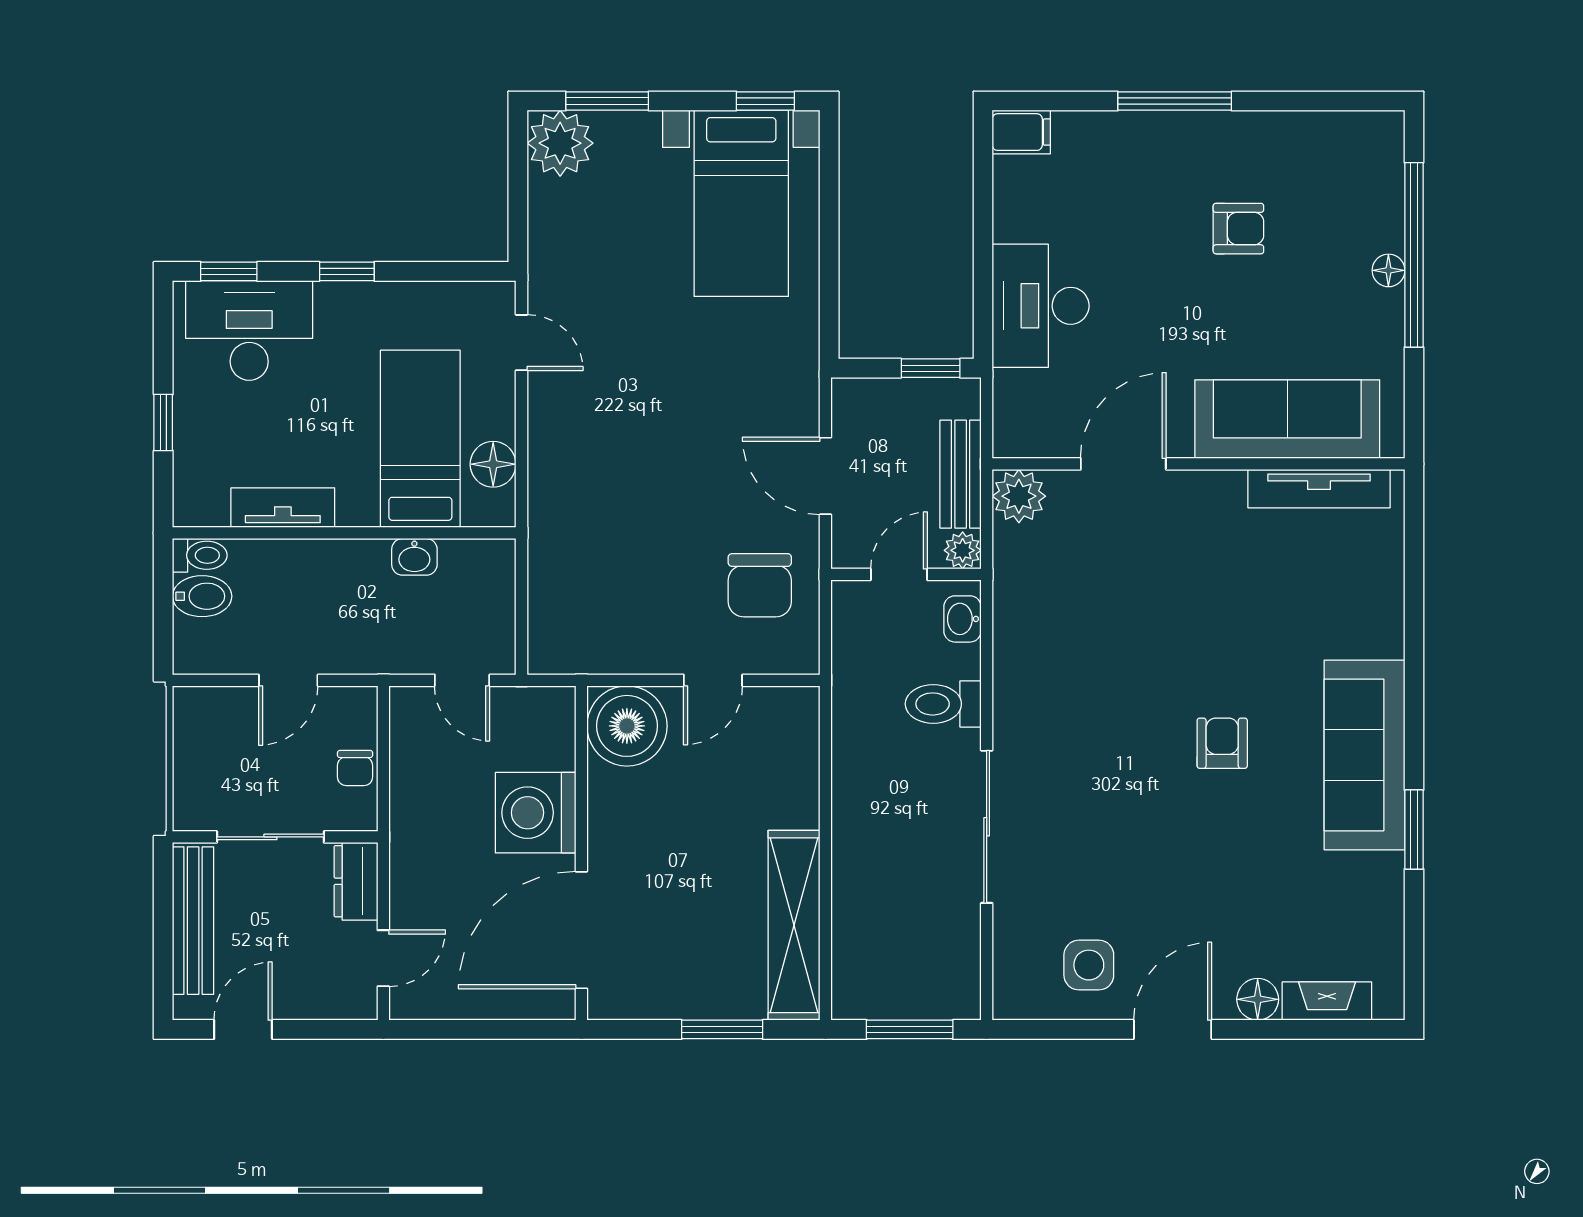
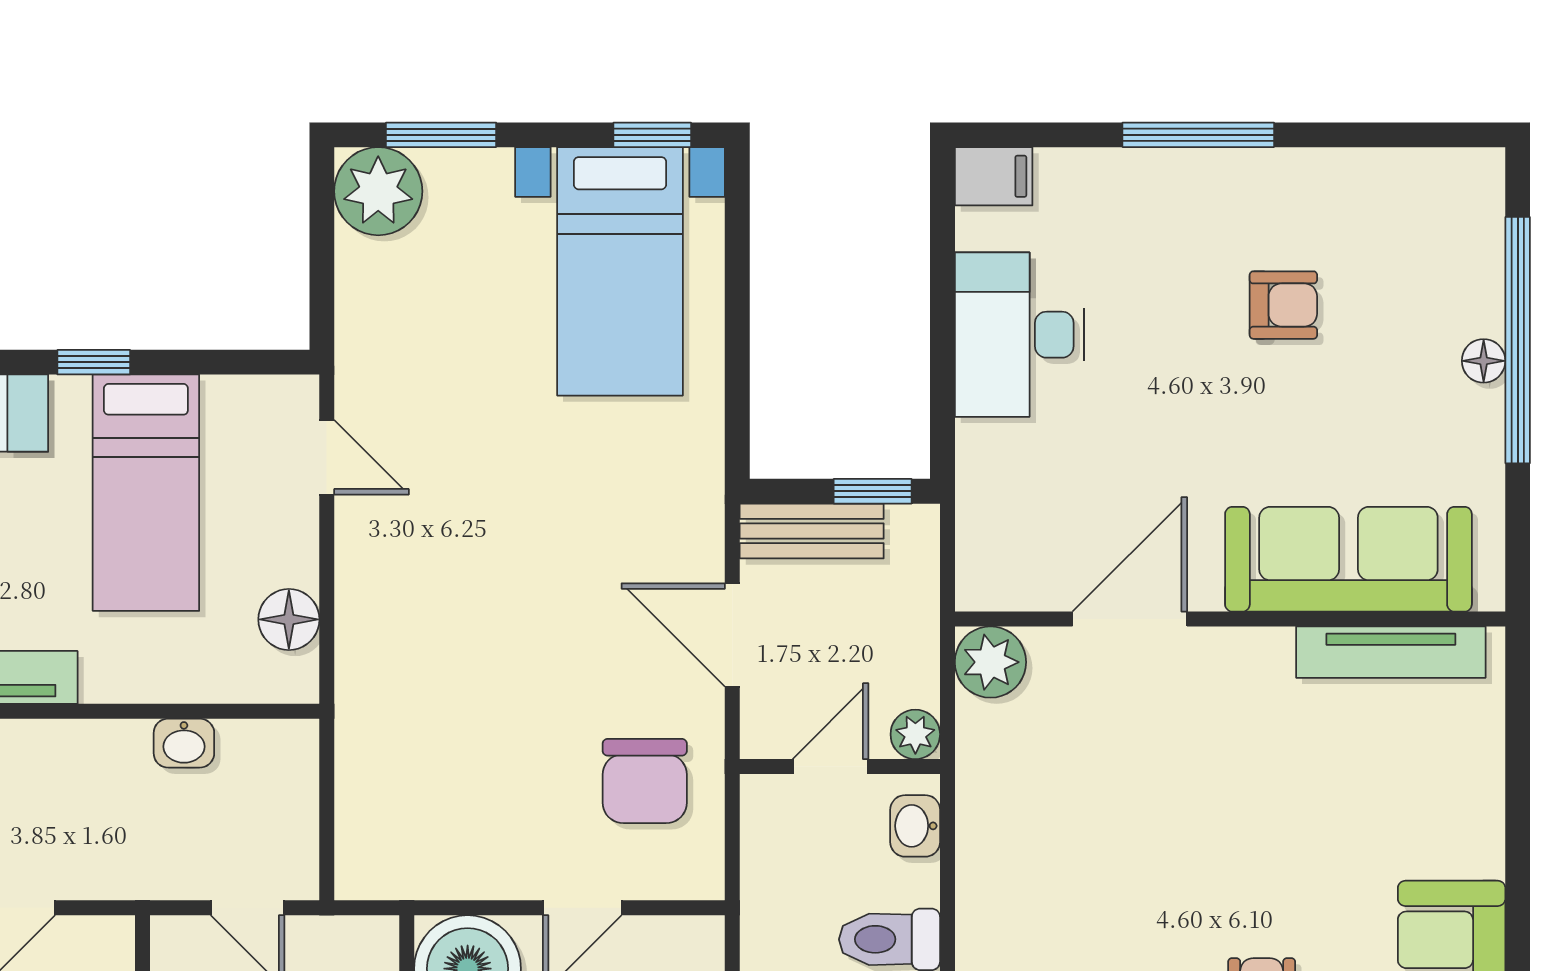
desk: (1041, 306) -> (1019, 335), moved
bed: (420, 439) -> (146, 493), moved, turned 180
bench: (961, 474) -> (812, 531), moved, turned 90

